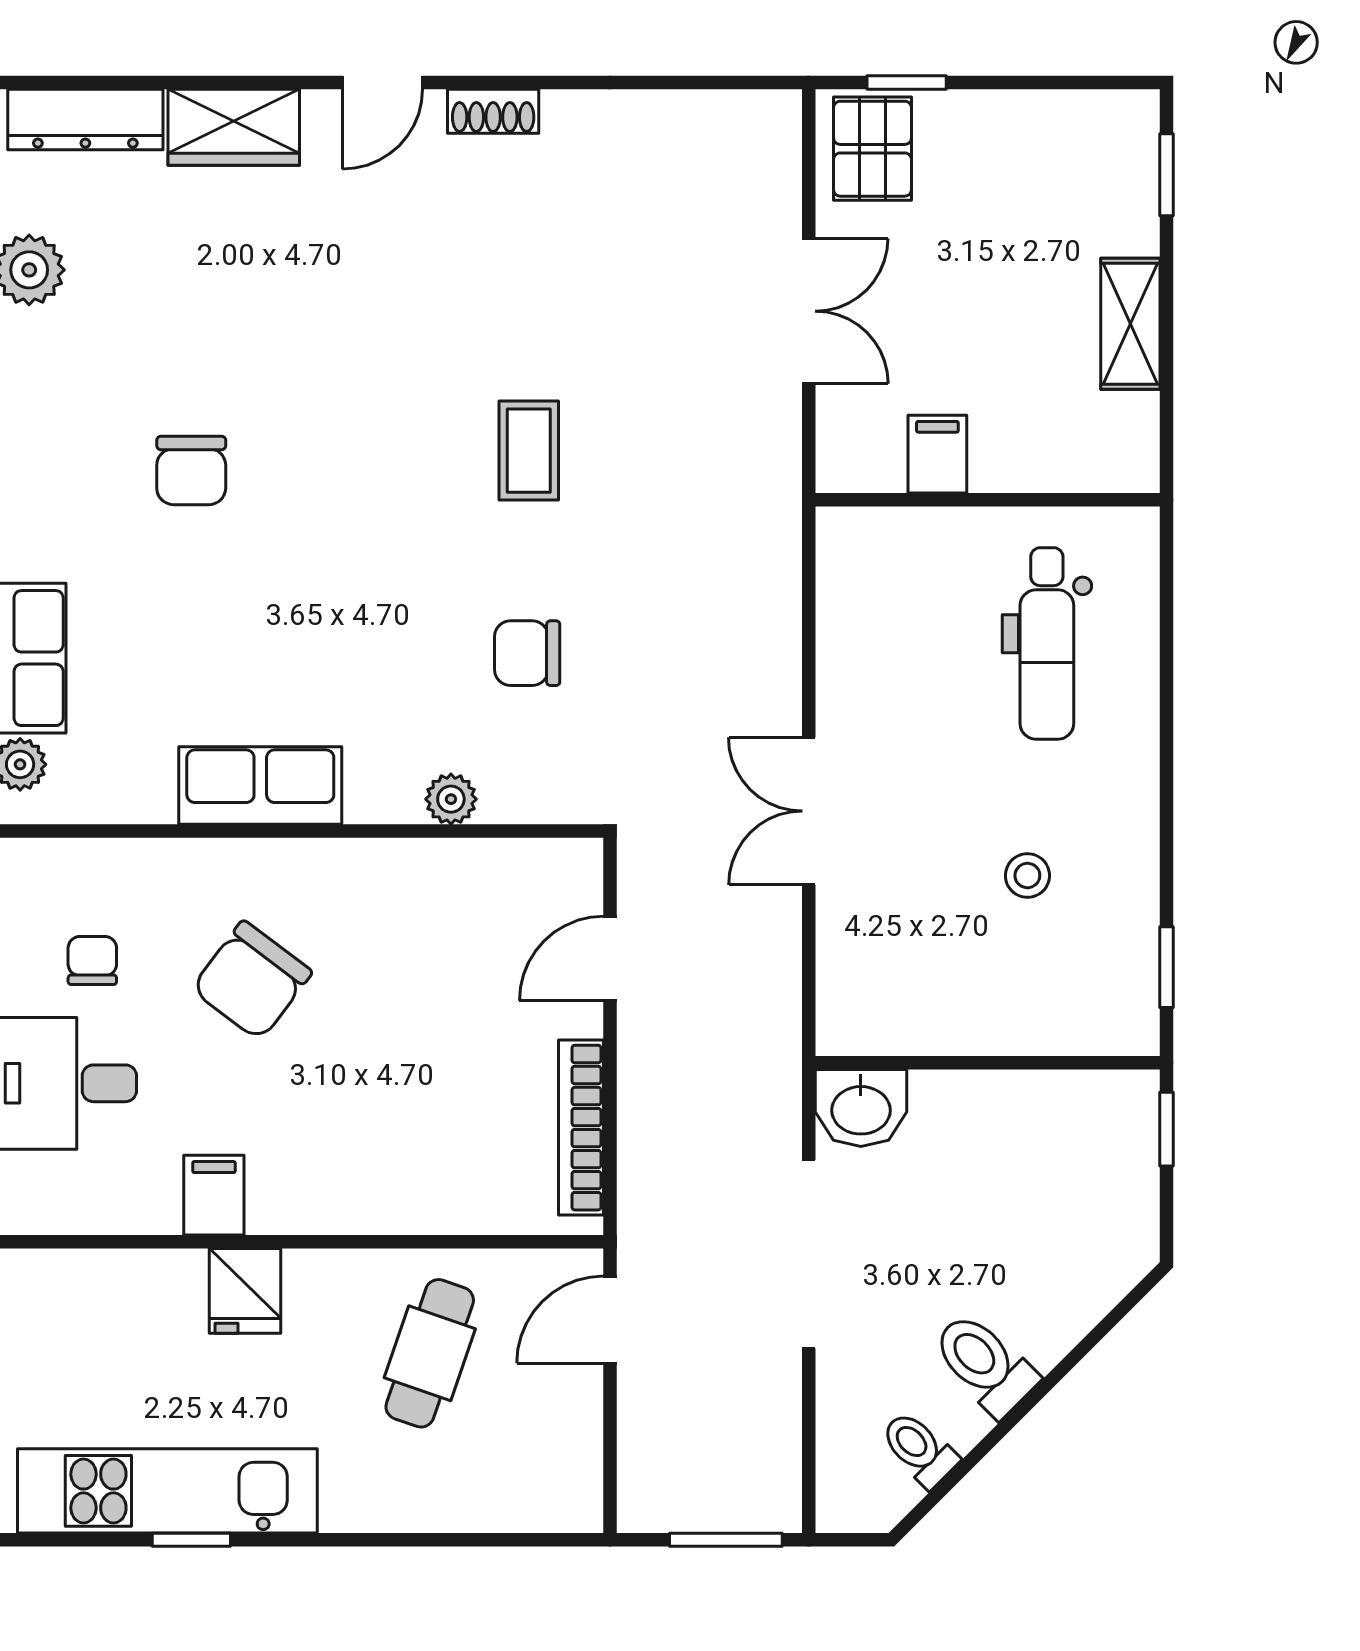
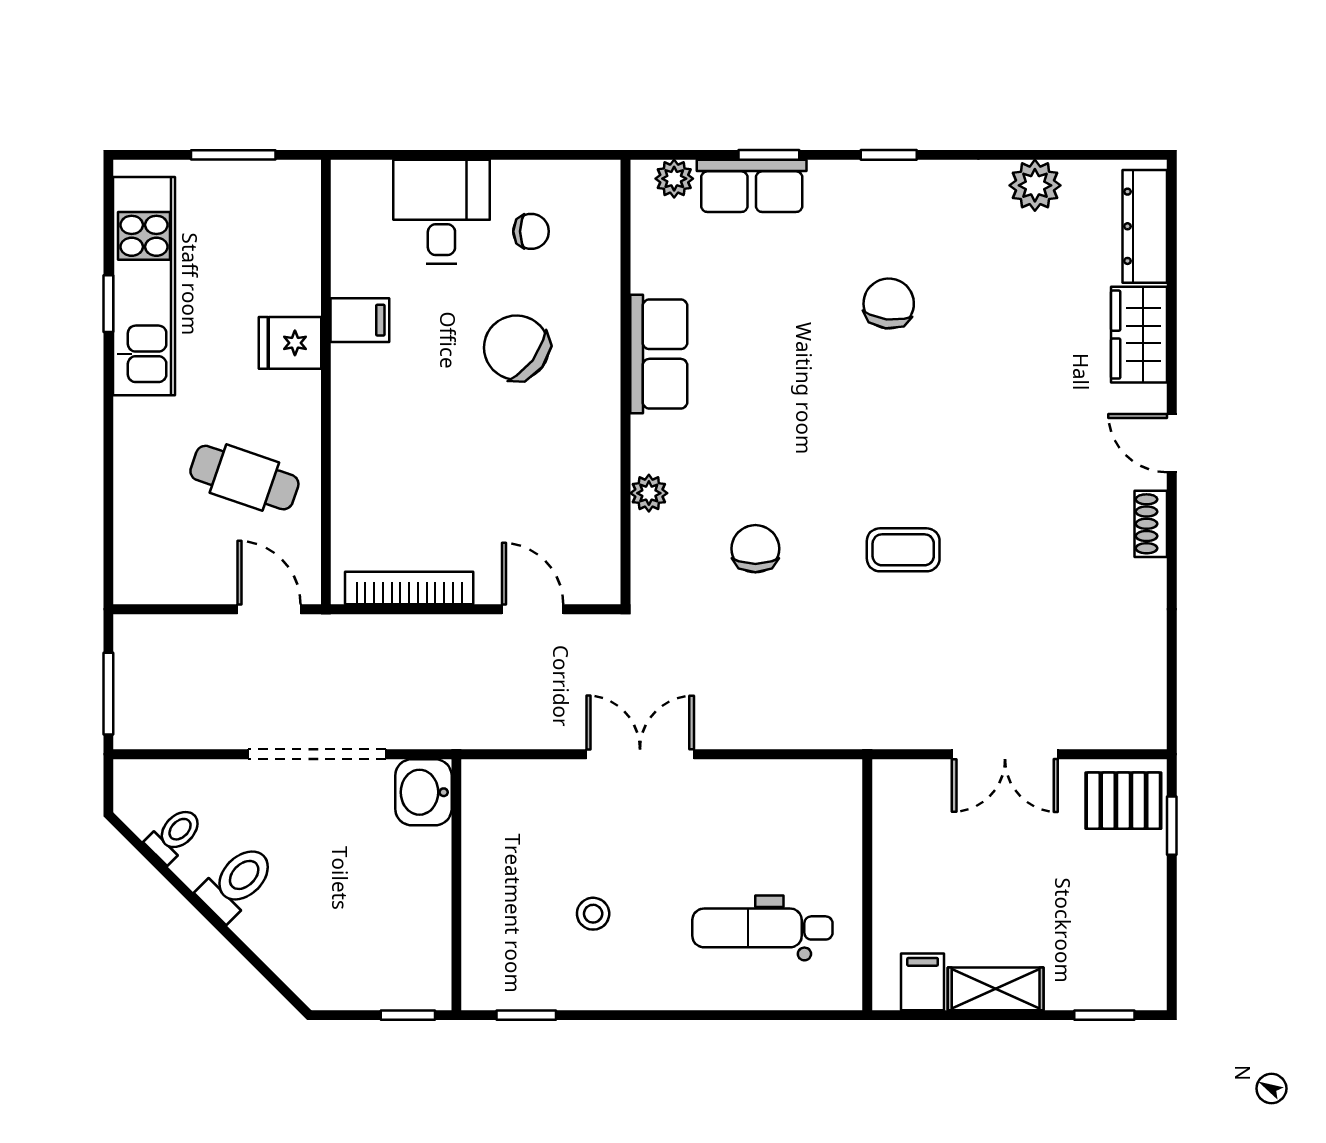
filing cabinet: (937, 454) -> (923, 982), moved, turned -90
chair: (191, 470) -> (889, 304), turned 97

